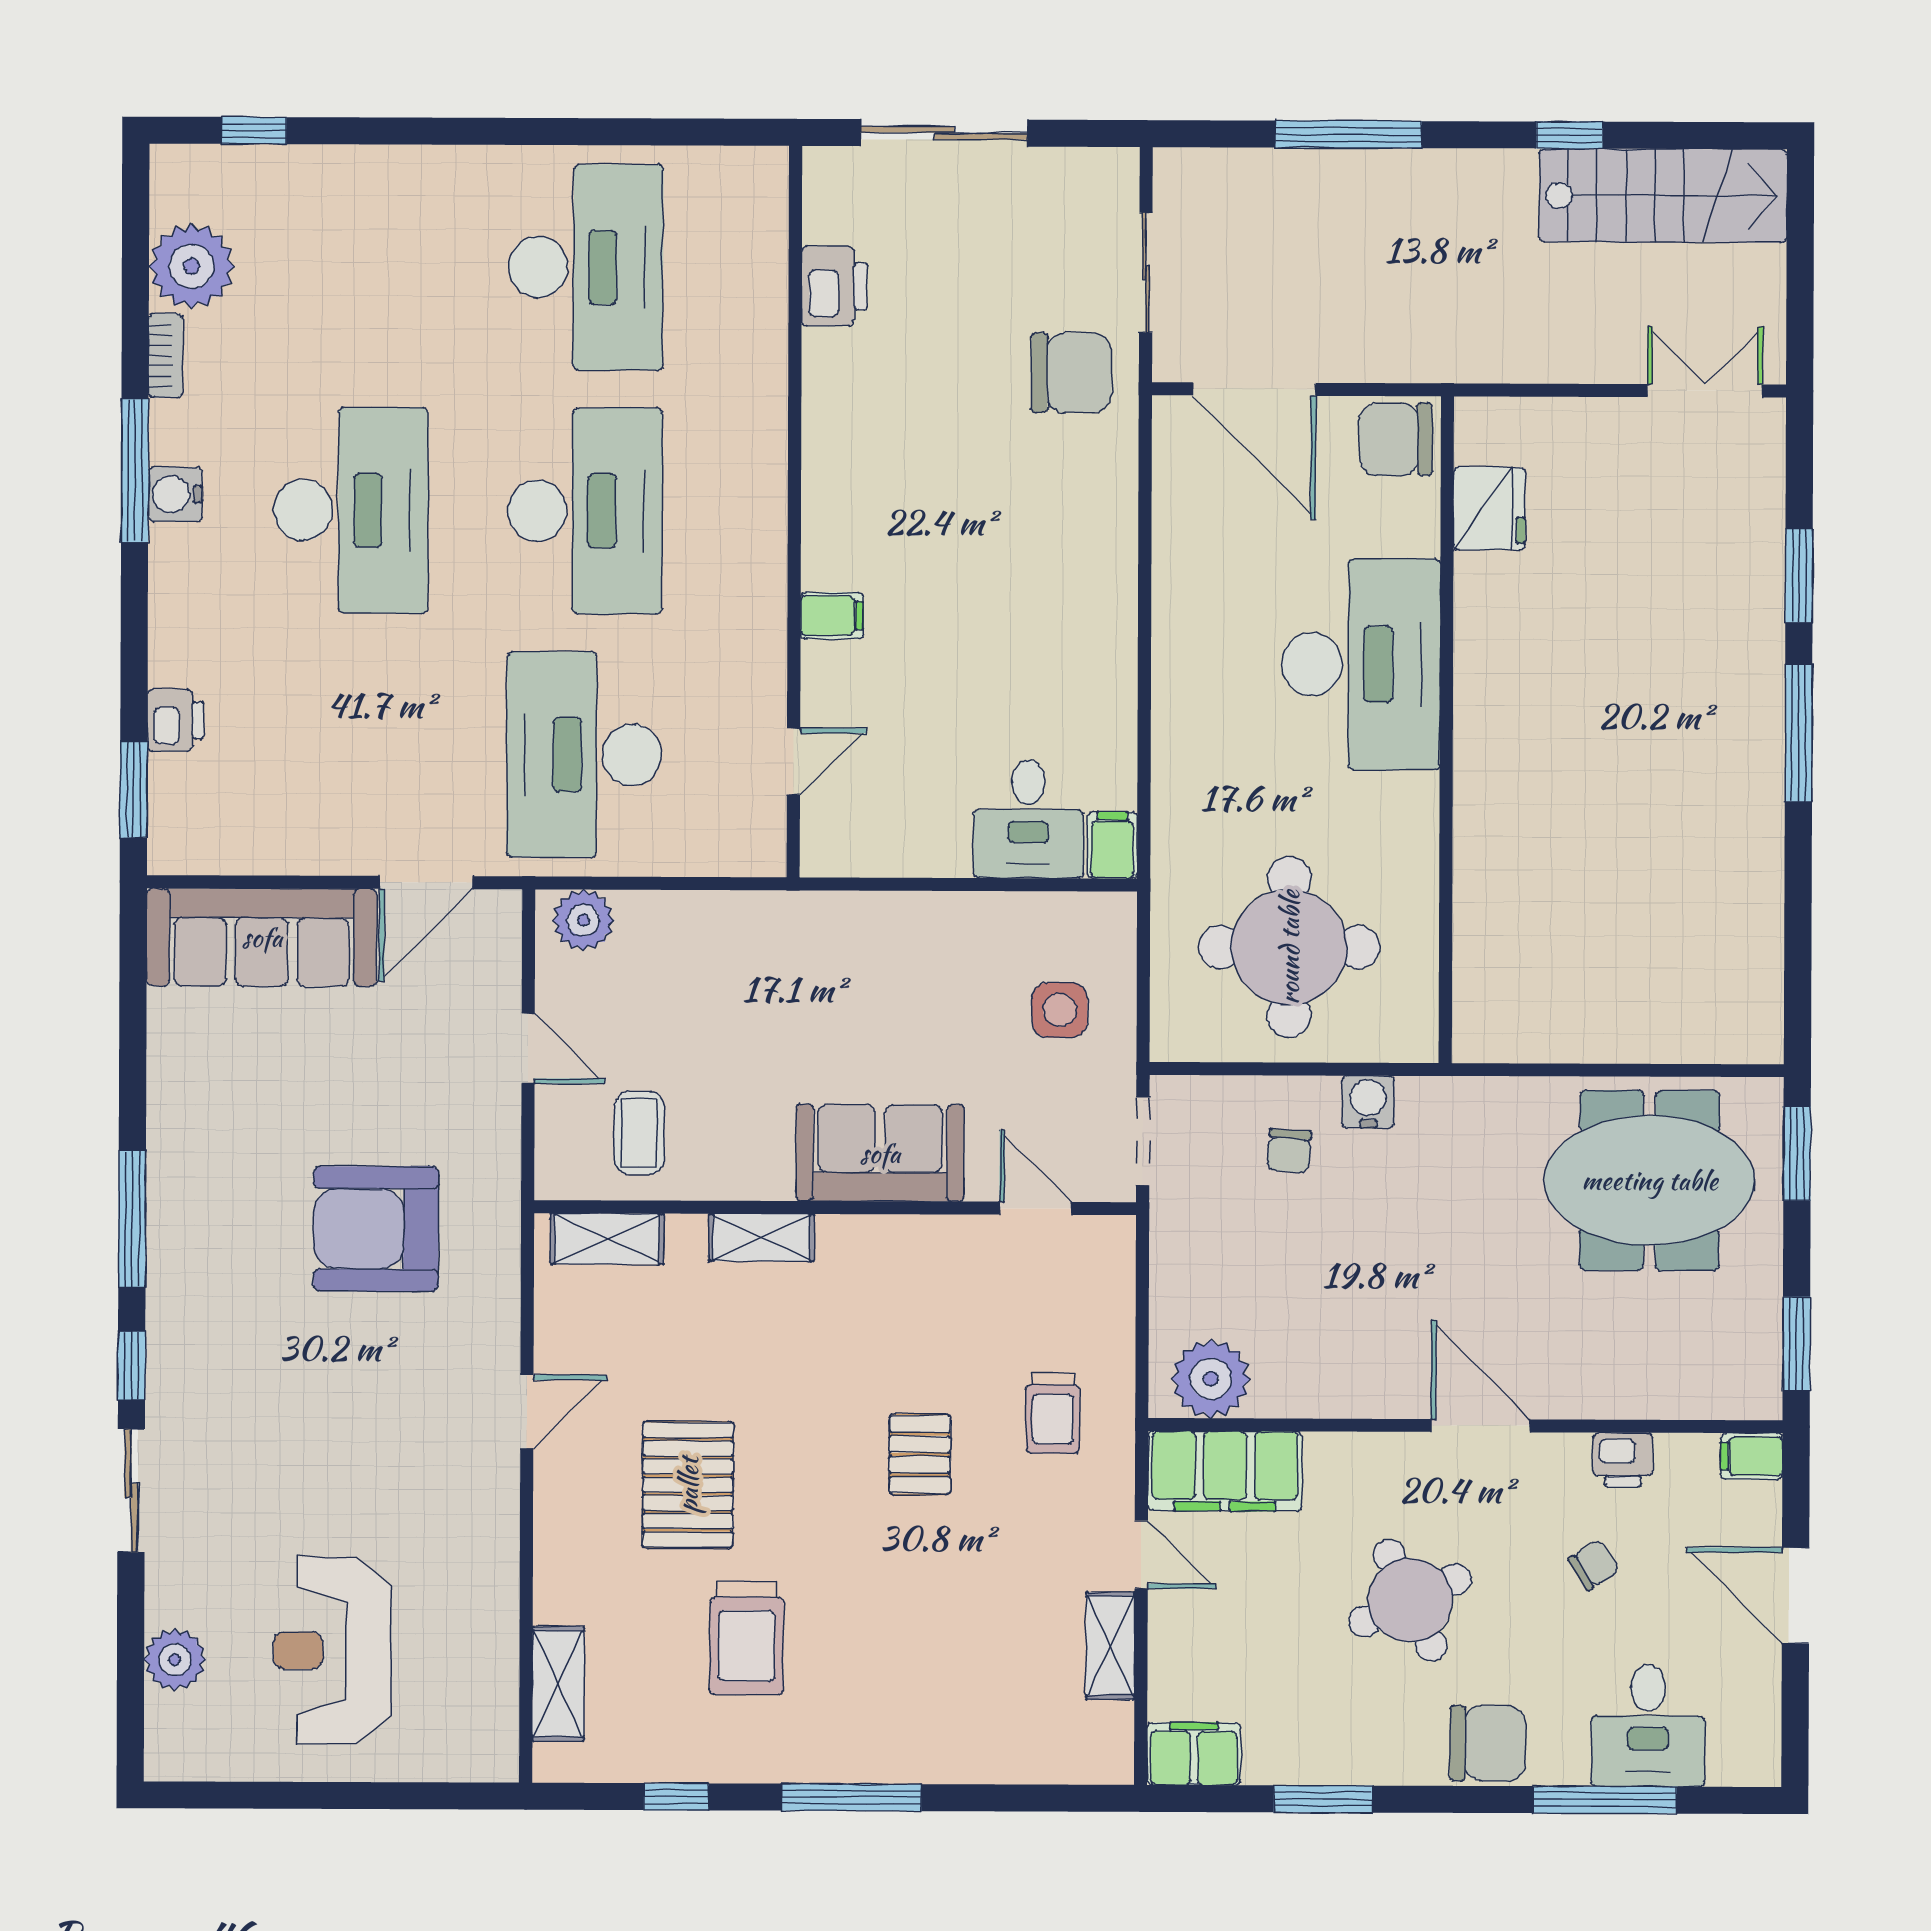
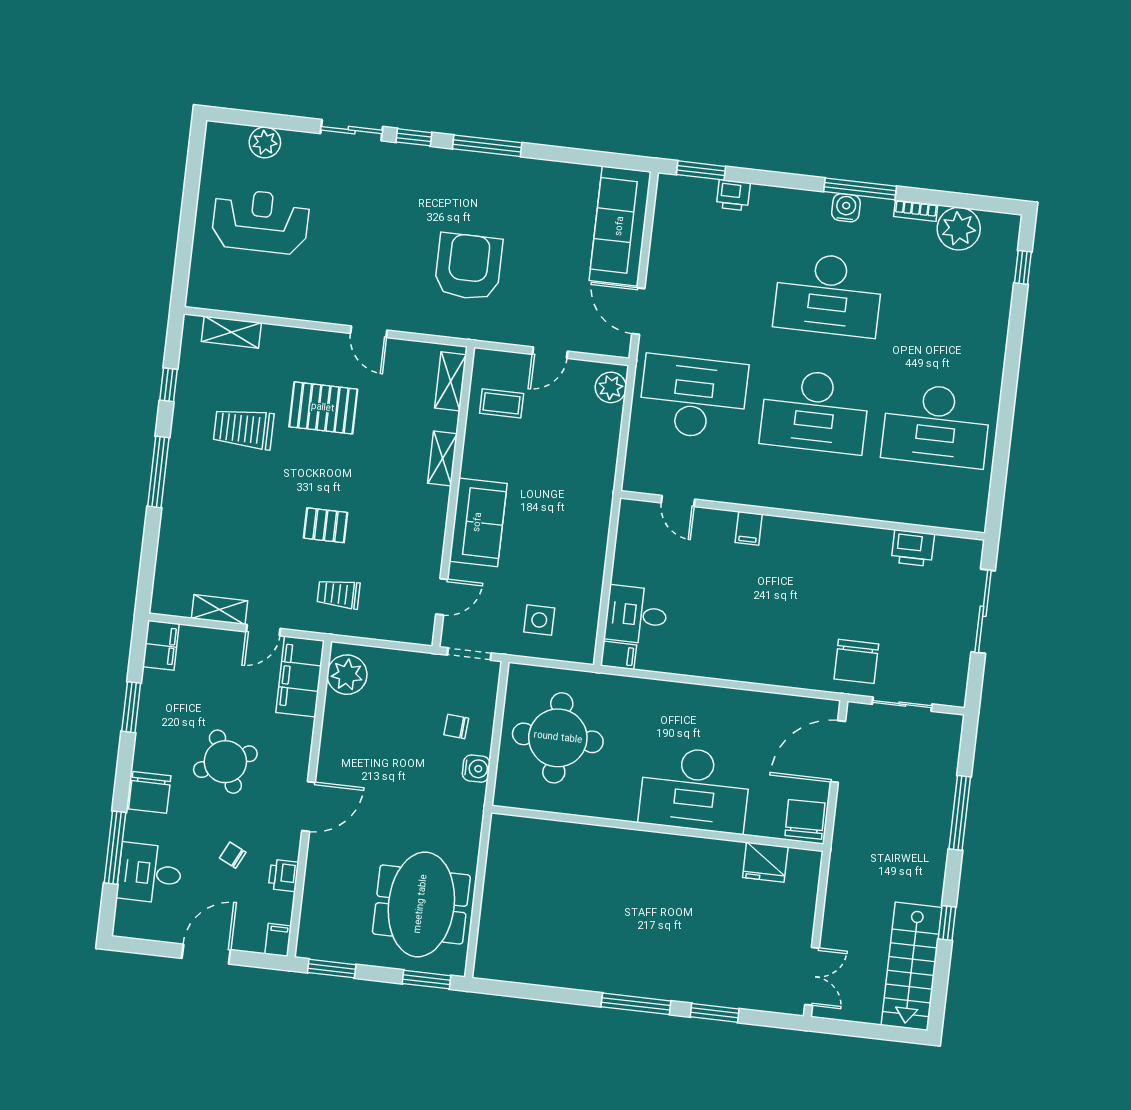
chair: (1594, 1565) -> (233, 855), turned 149

